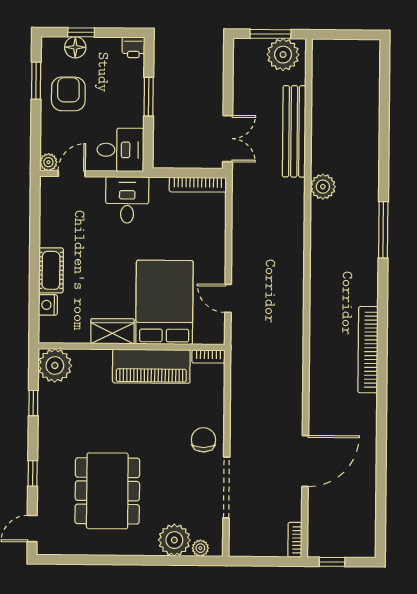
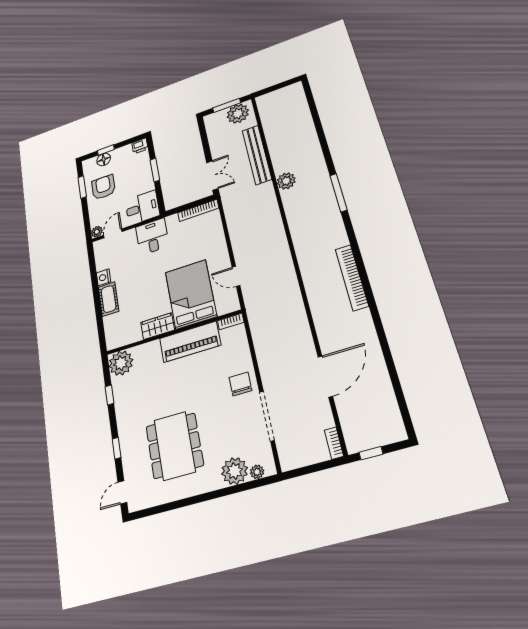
nightstand: (48, 305) -> (104, 277), moved

